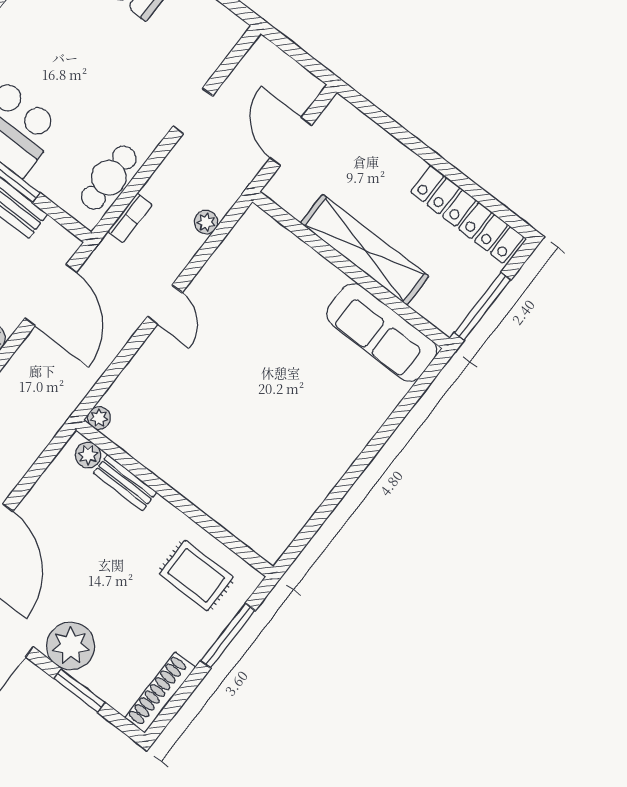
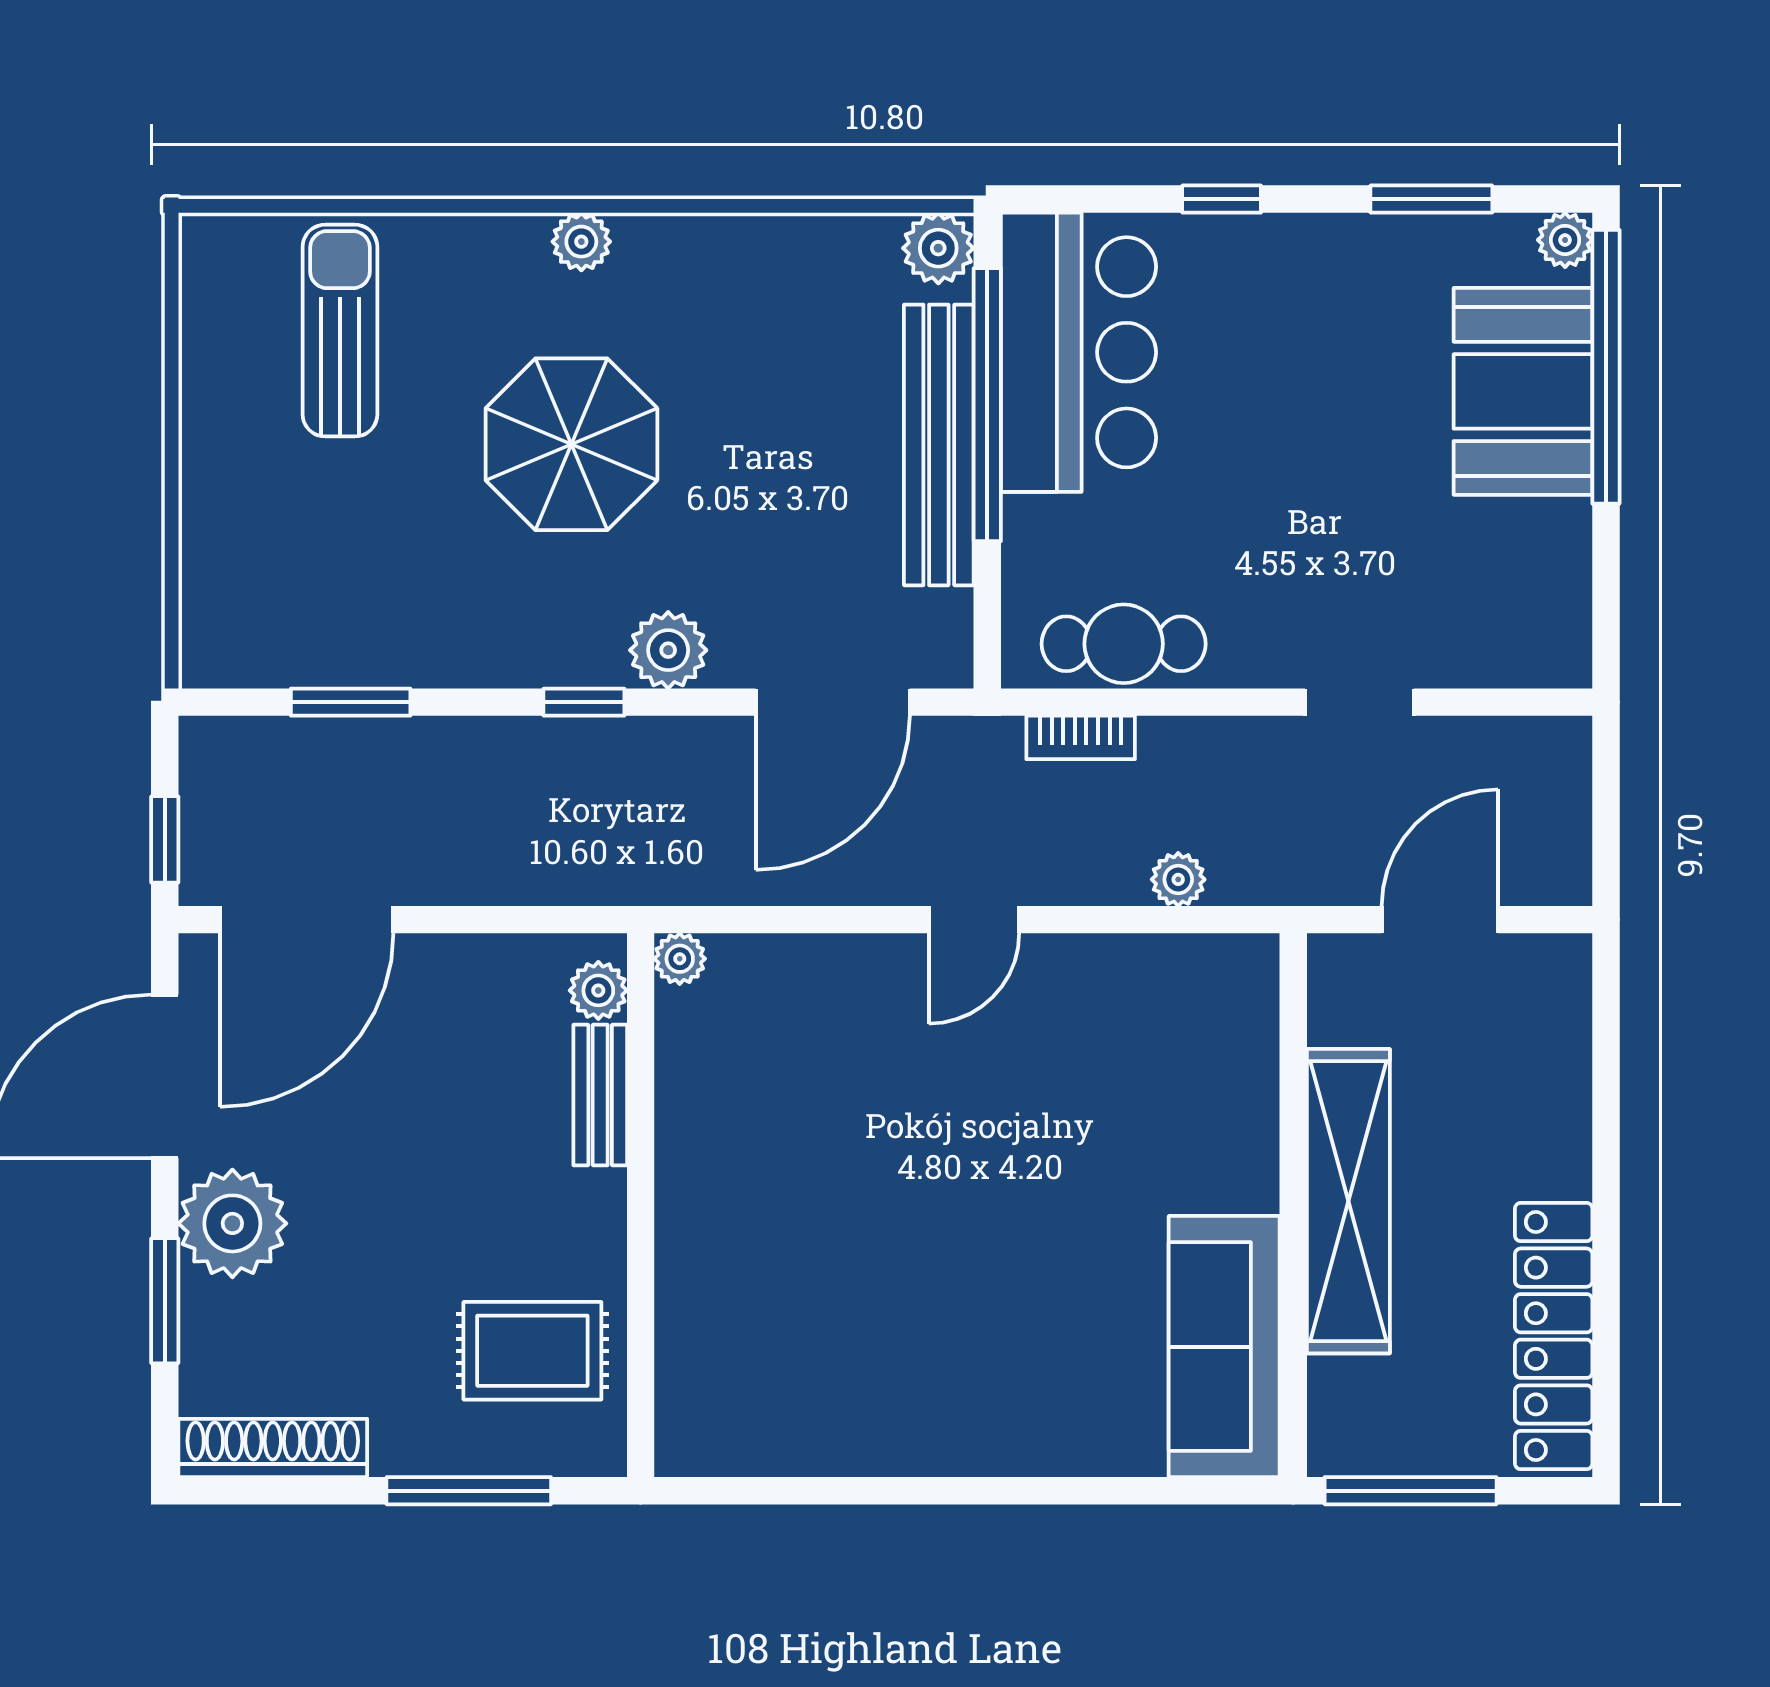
rug: (196, 575) -> (532, 1351), turned 90

